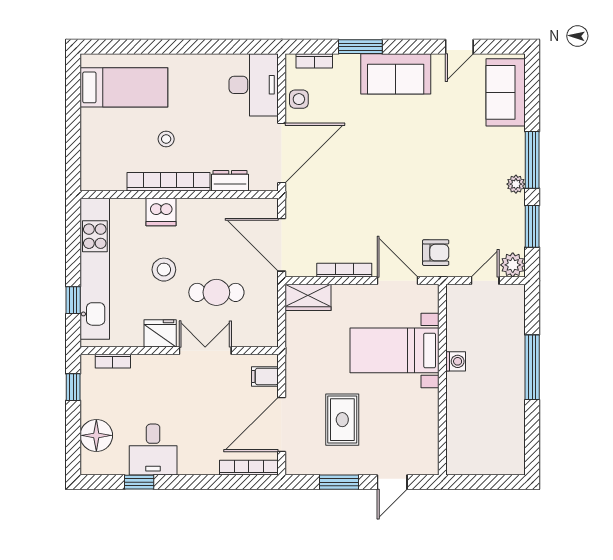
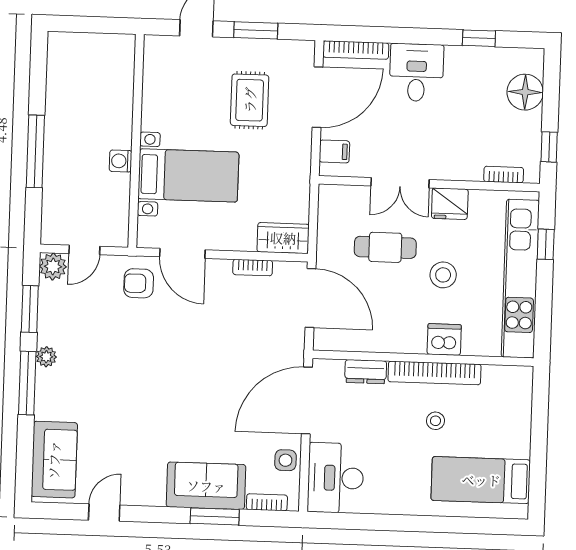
sofa: (396, 74) -> (206, 486), moved
bookcase: (344, 270) -> (253, 268), width x0.64
desk: (153, 450) -> (416, 72), moved

